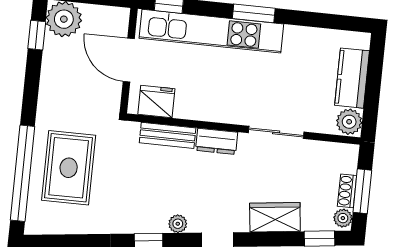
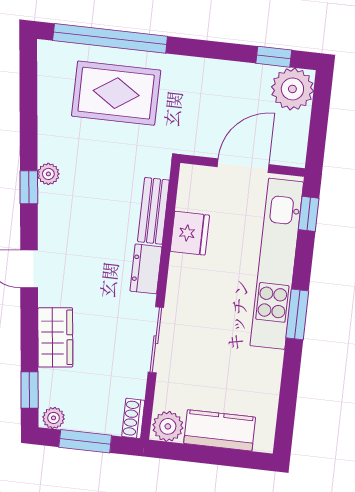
fridge: (156, 102) -> (190, 233), moved
shoe rack: (347, 191) -> (133, 418), moved, turned -90
plant: (178, 224) -> (48, 174), moved

